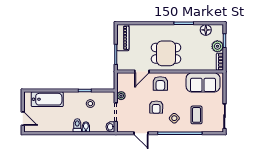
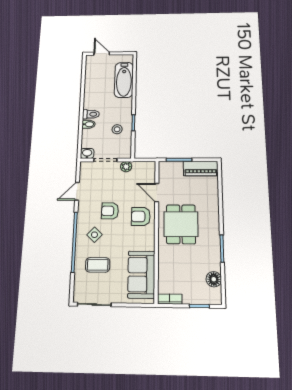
plant: (217, 46) -> (191, 296), removed
door: (23, 119) -> (102, 54), swing flipped

